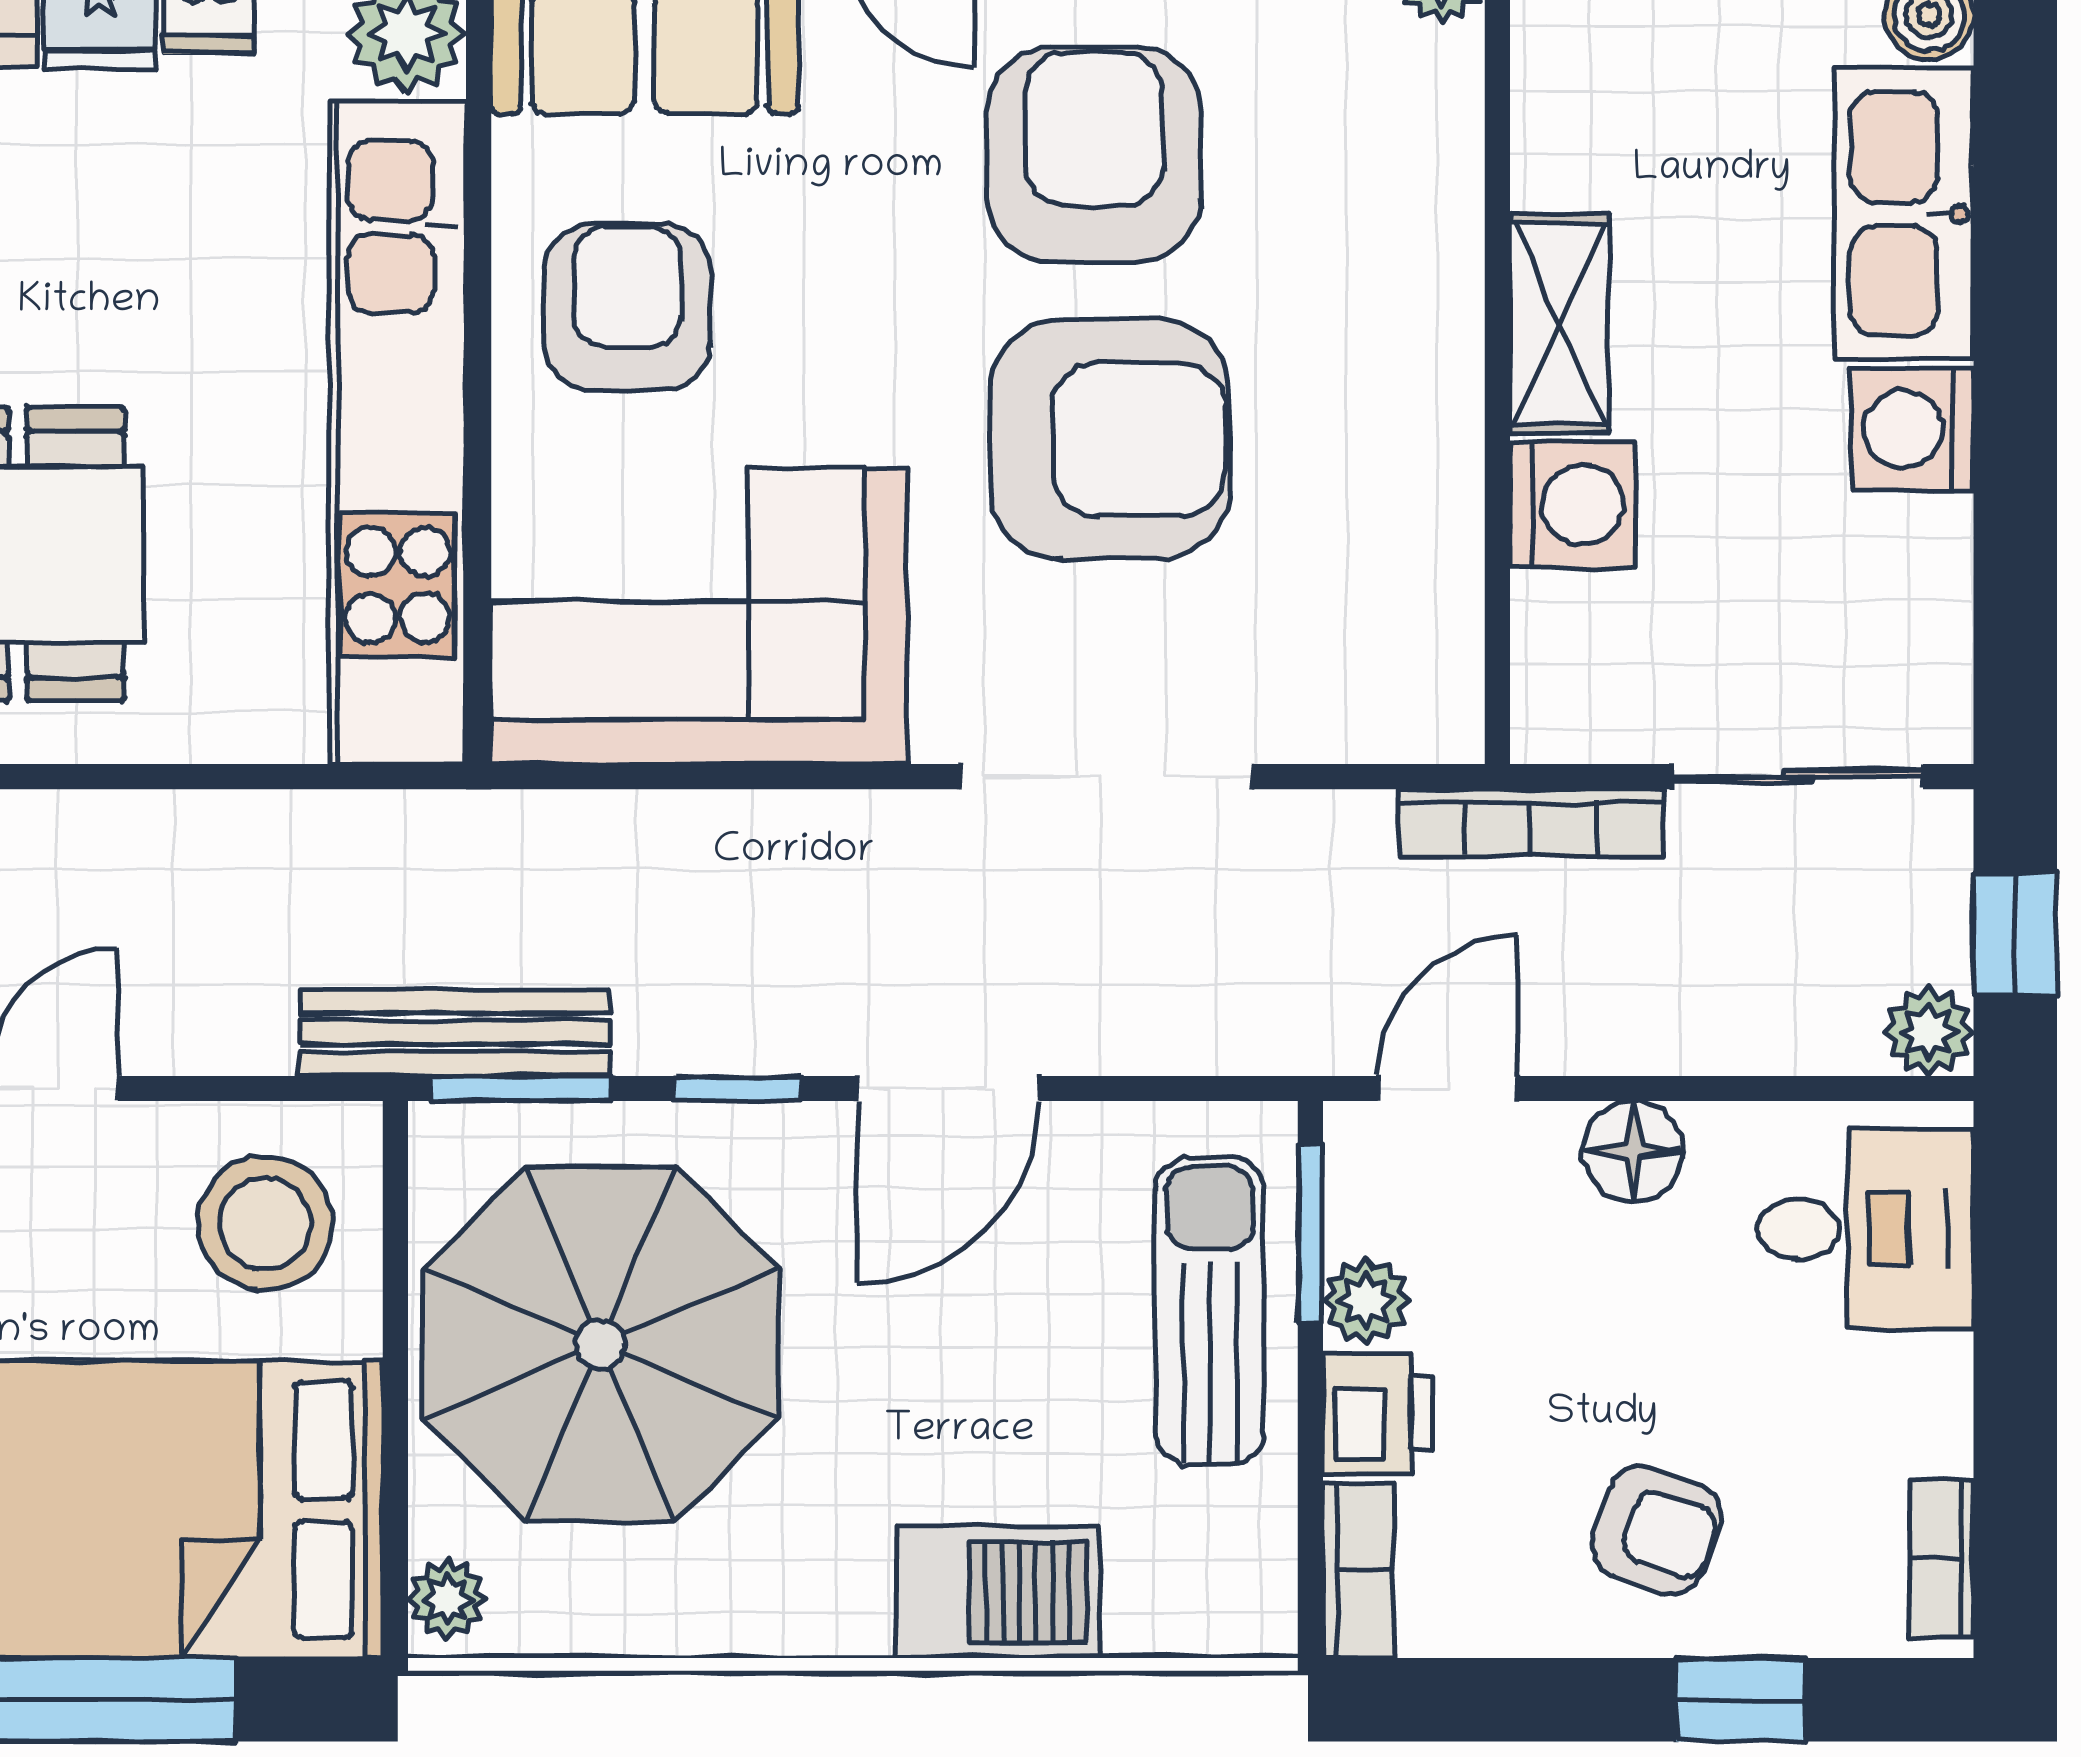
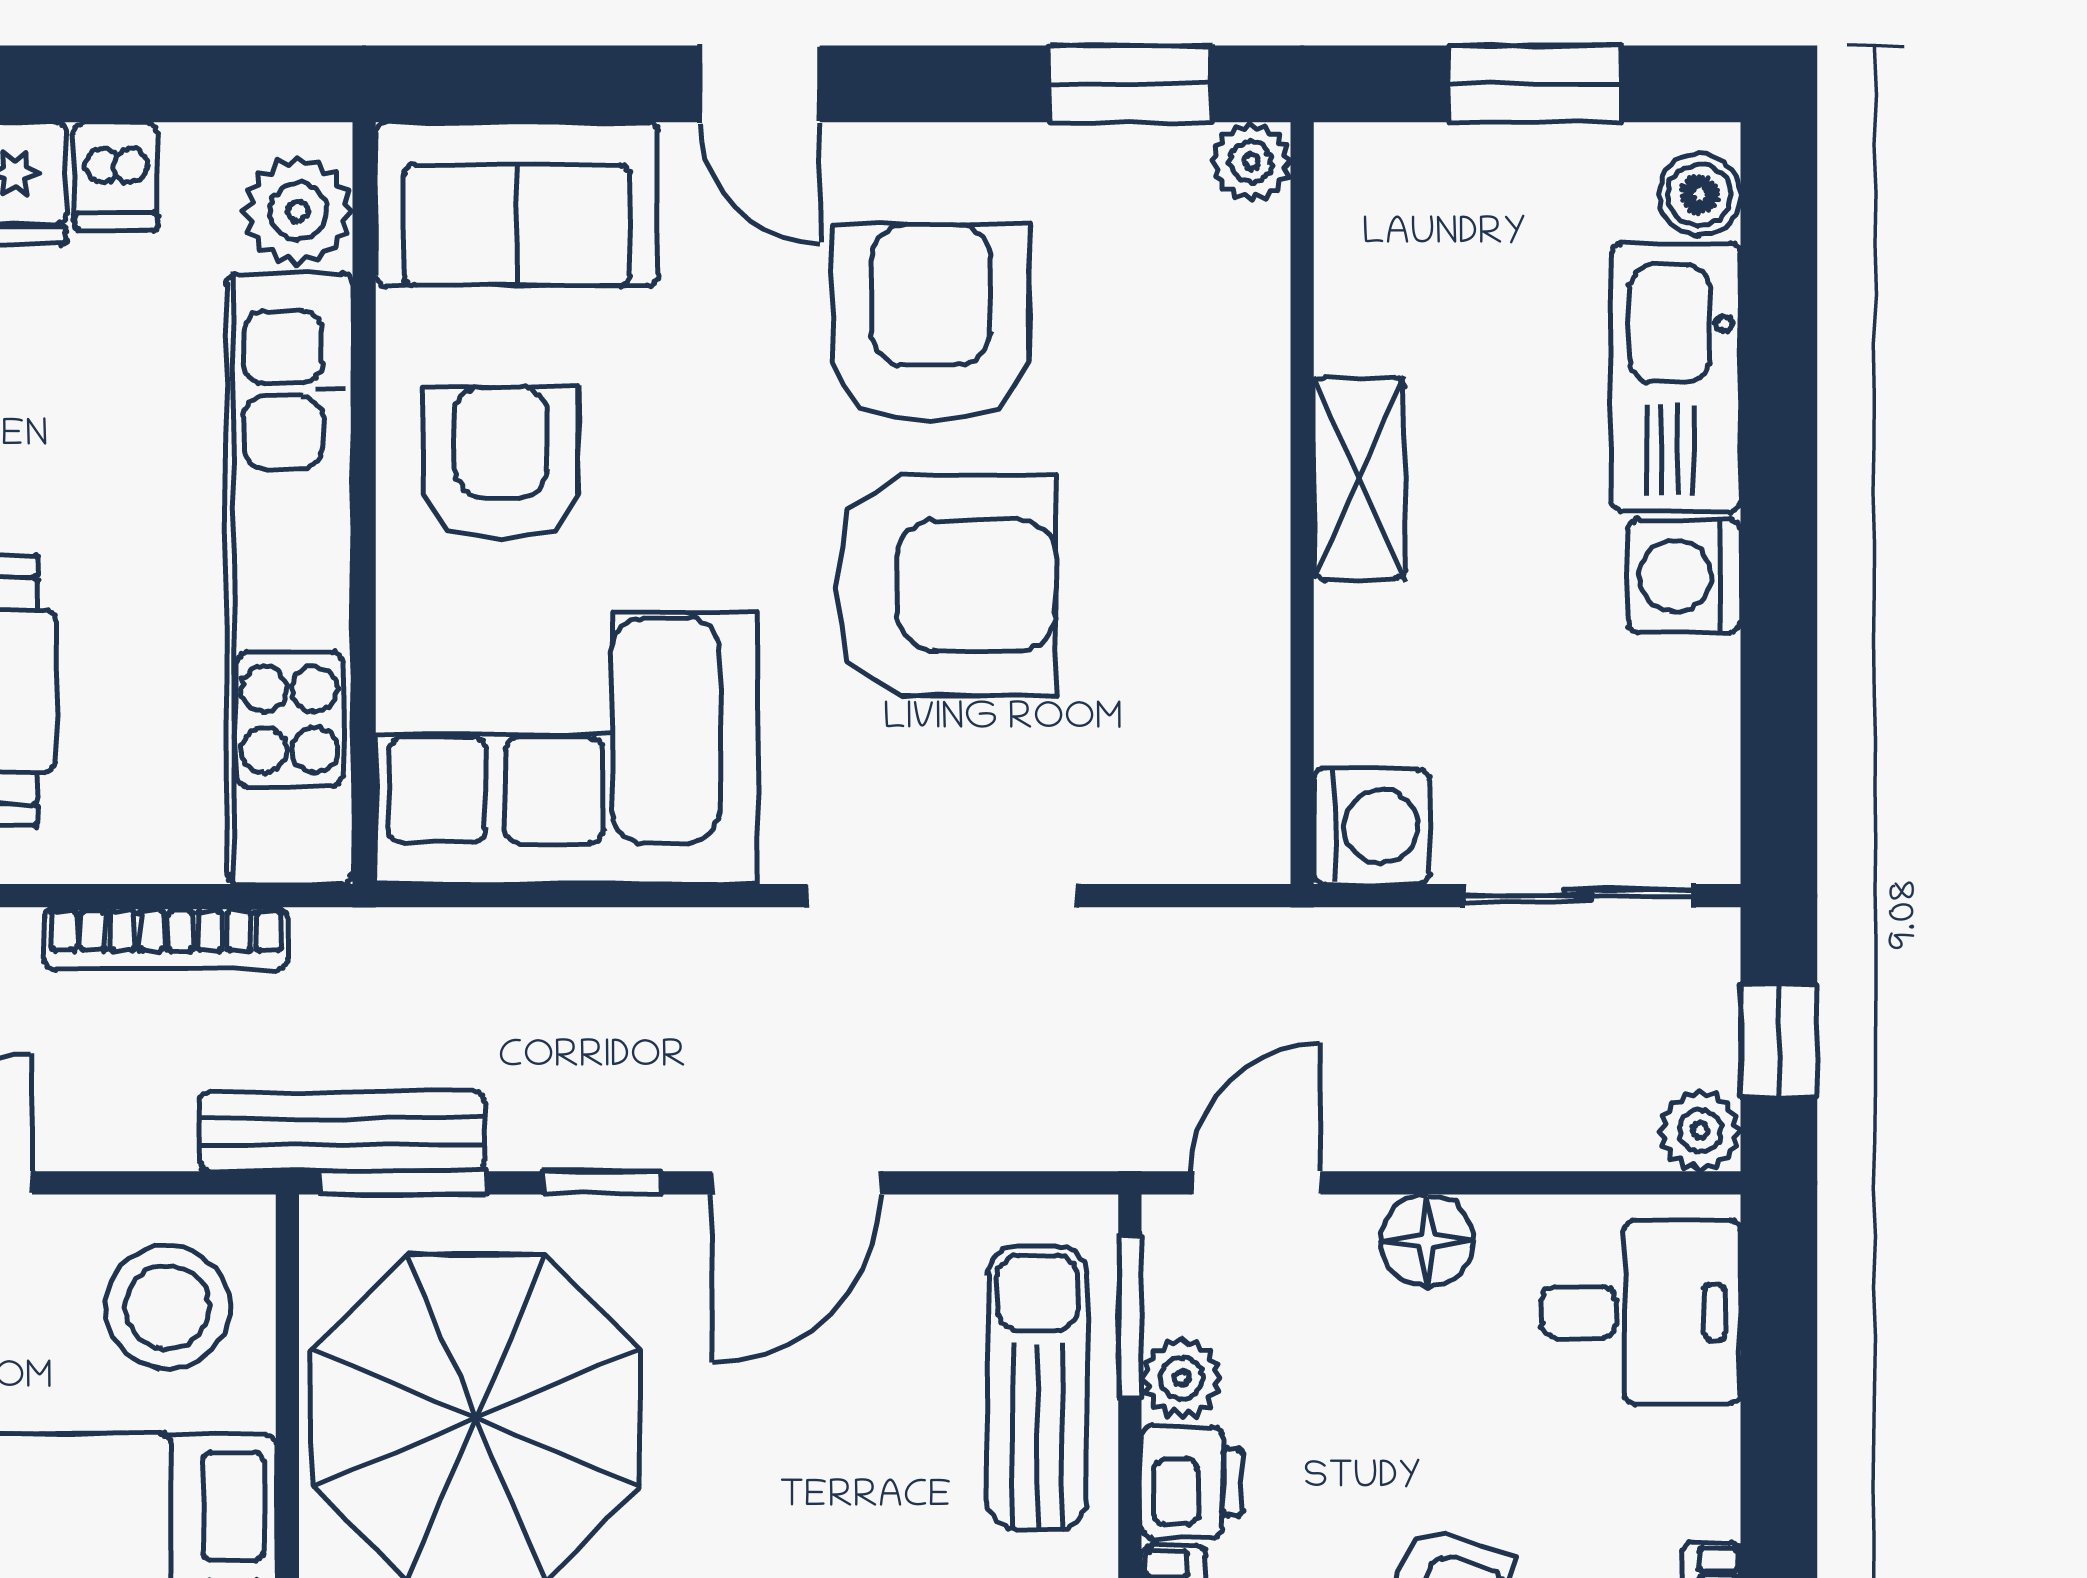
washing machine: (1573, 505) -> (1371, 826), moved
bookcase: (1531, 823) -> (166, 938), moved

